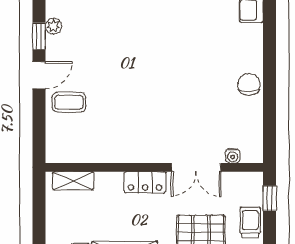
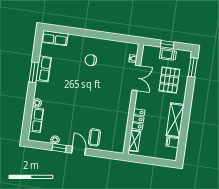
chair: (249, 84) -> (91, 60), moved
locker: (145, 182) -> (138, 119), moved
window: (270, 198) -> (167, 44), moved

